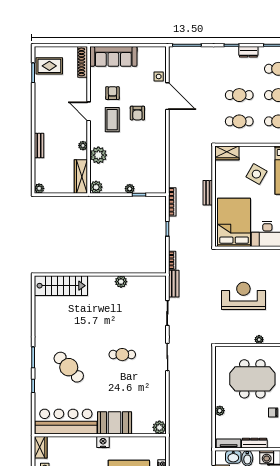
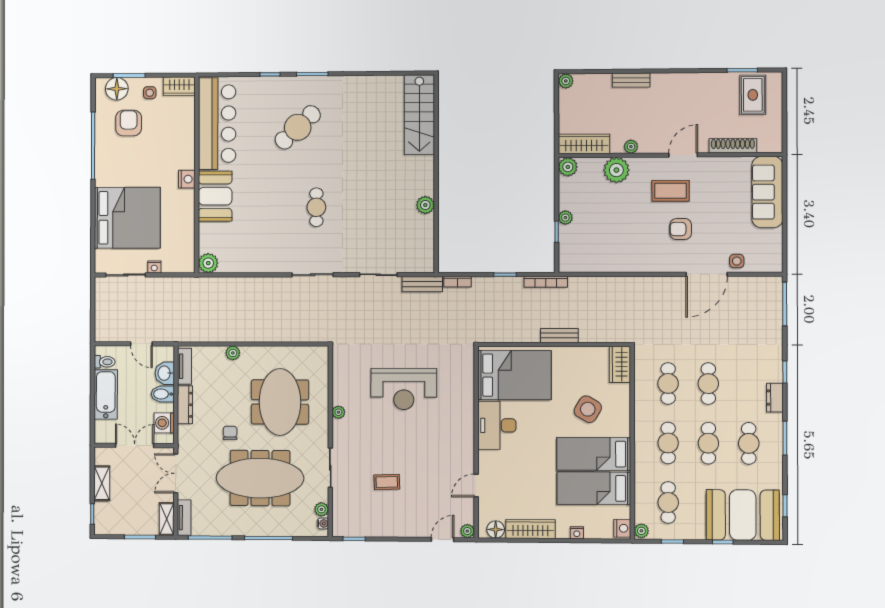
shoe rack: (83, 62) -> (733, 146), moved
armchair: (112, 93) -> (711, 191), removed
reception desk: (243, 296) -> (404, 389), turned 90

